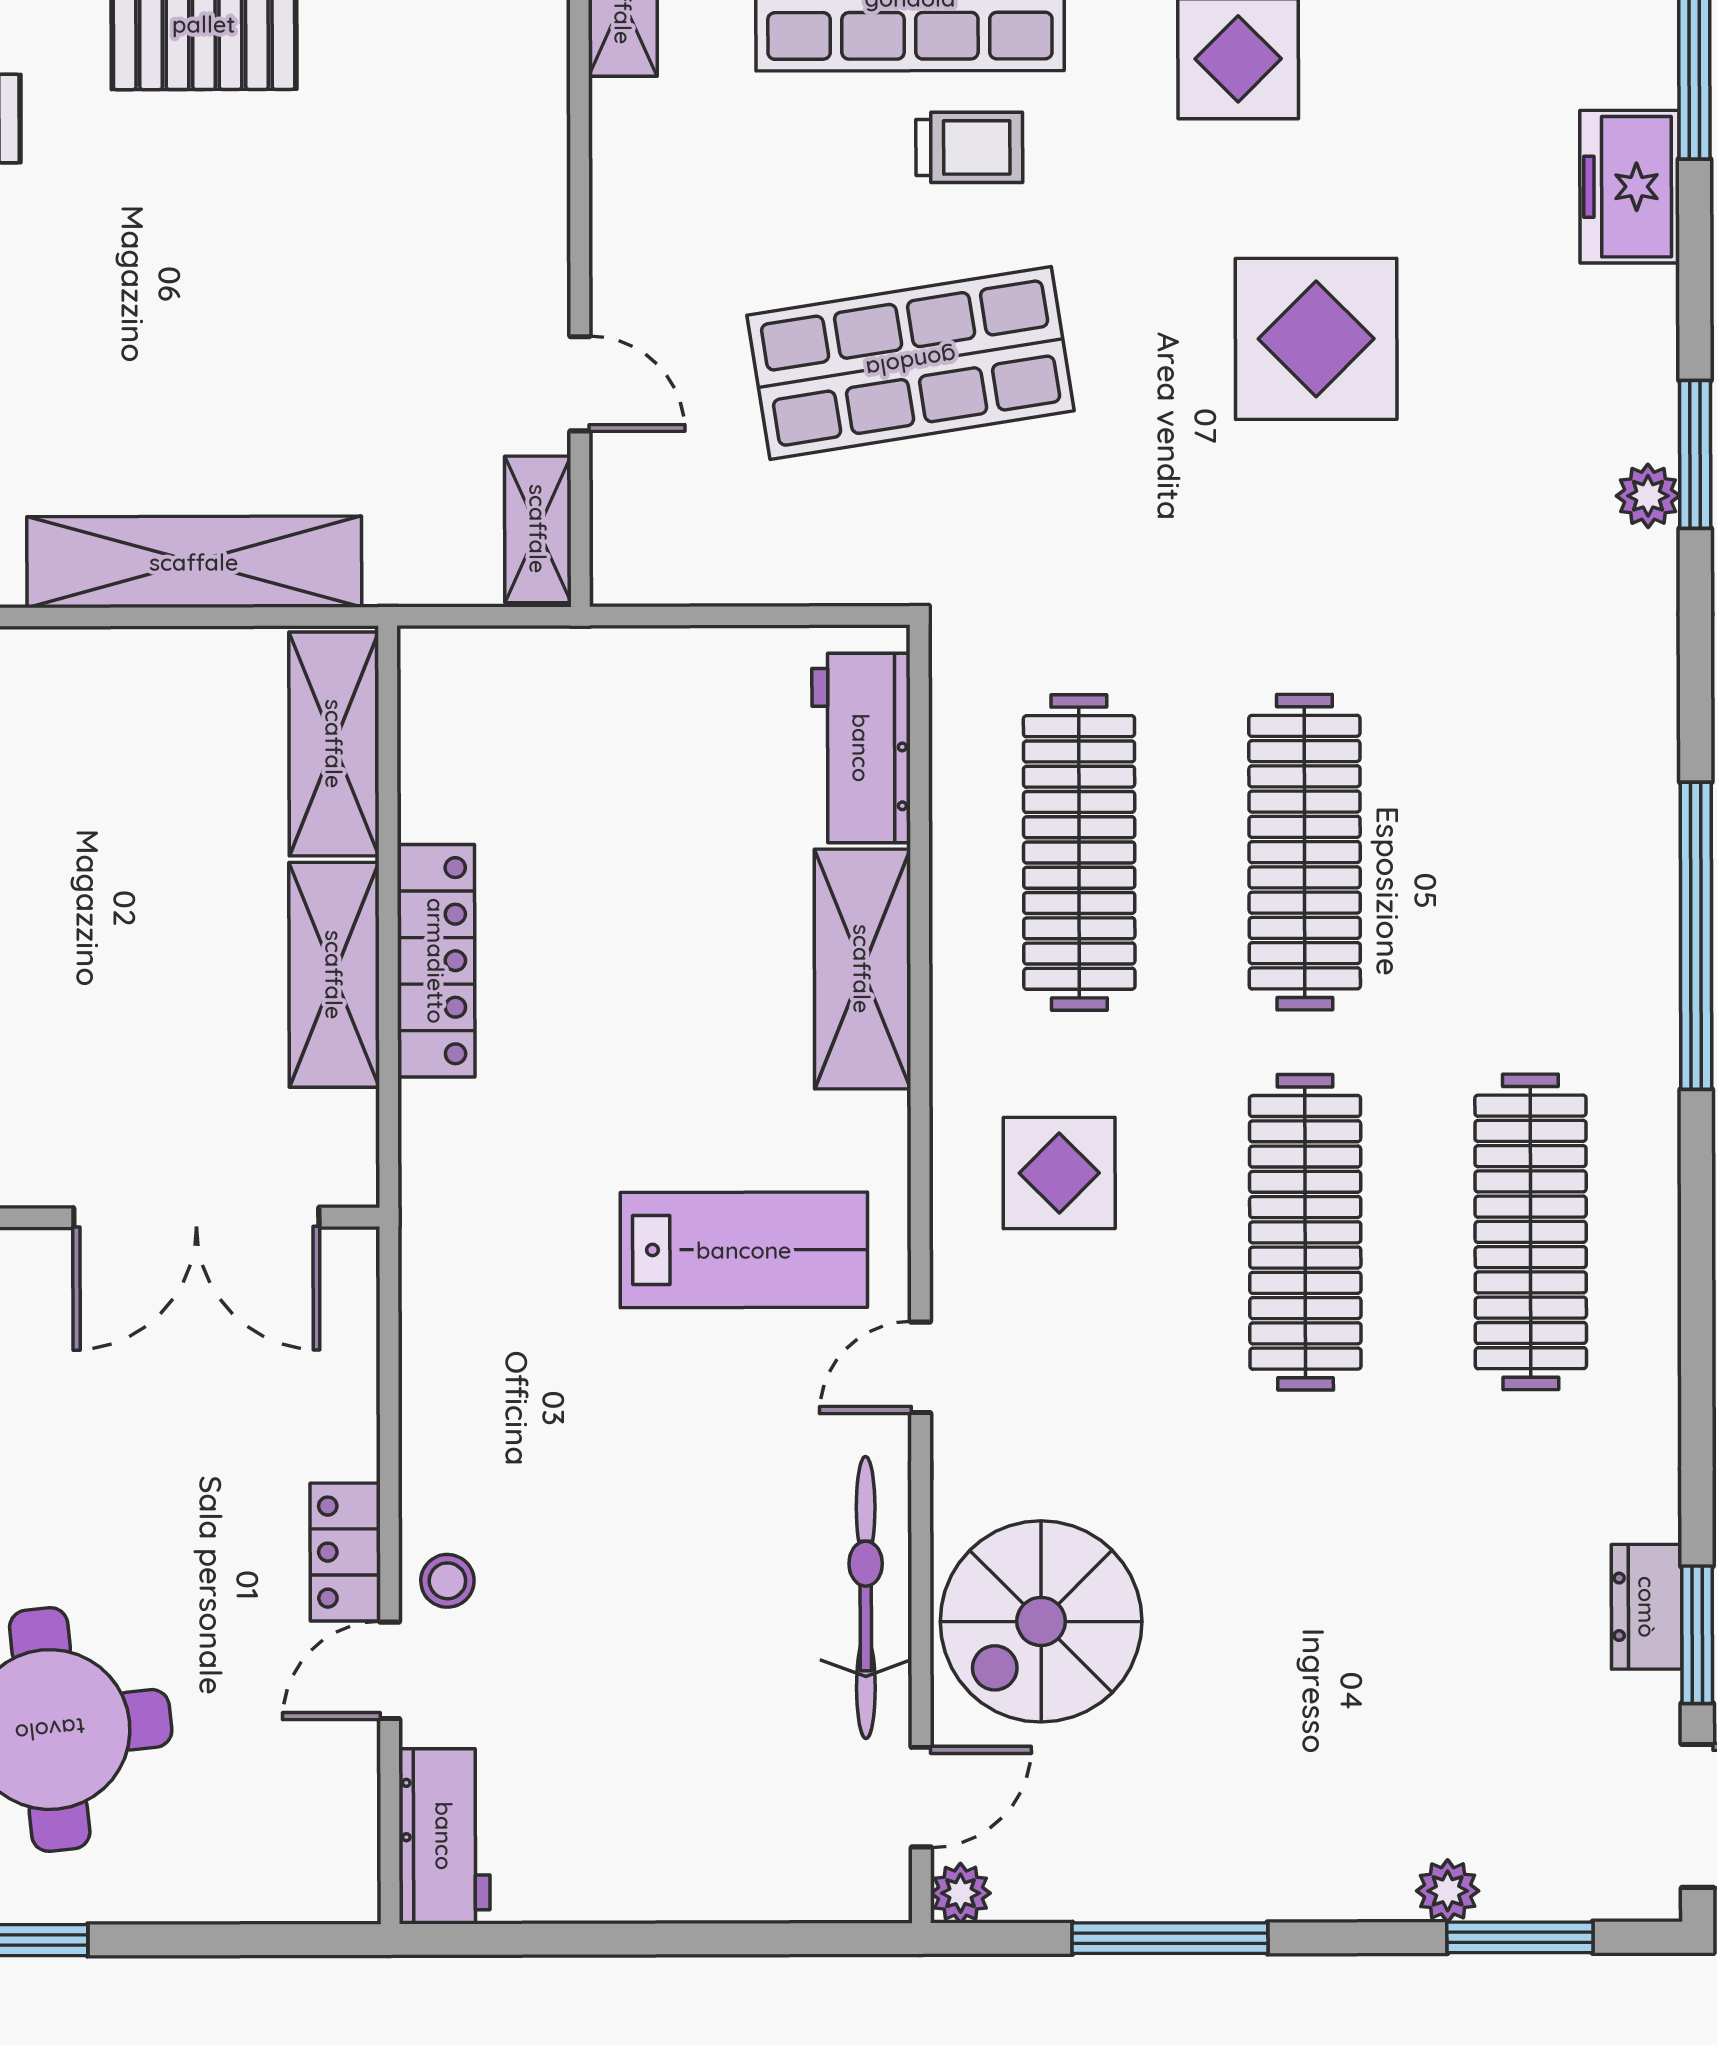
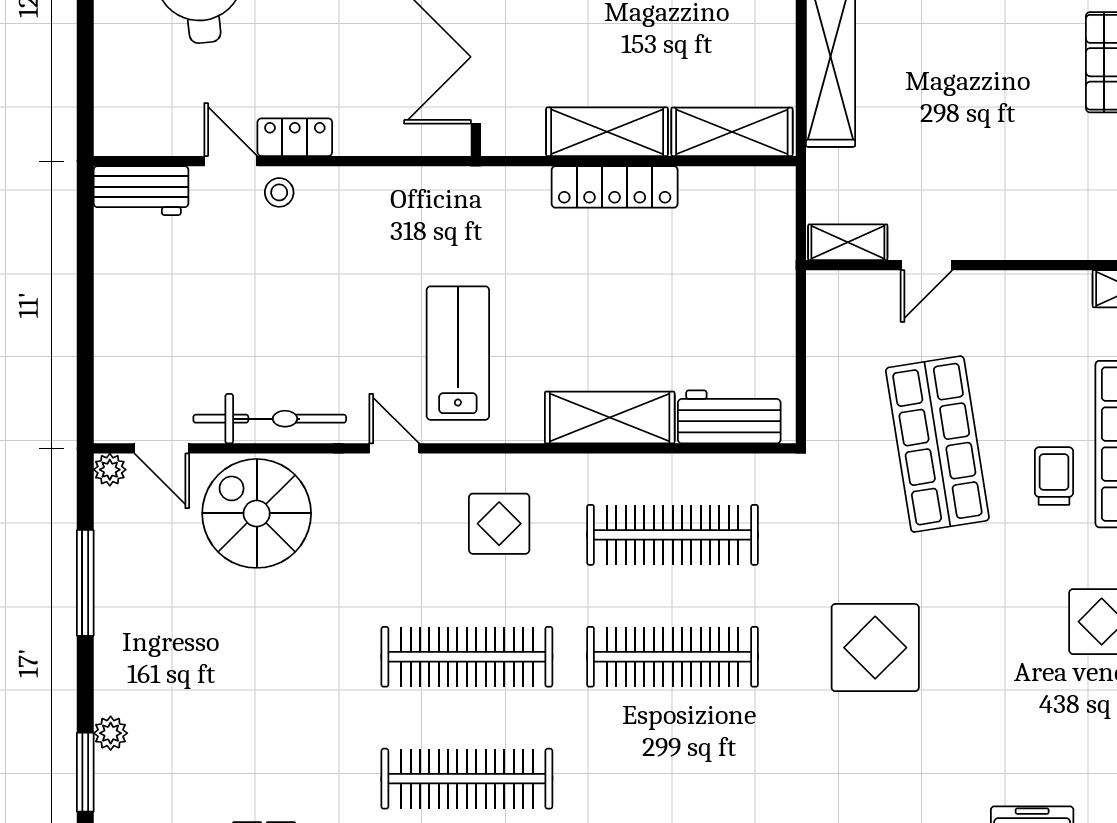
trolley: (969, 147) -> (1054, 476), turned 180
display table: (1316, 339) -> (875, 648), moved
lab bench: (744, 1250) -> (458, 353), turned 180

